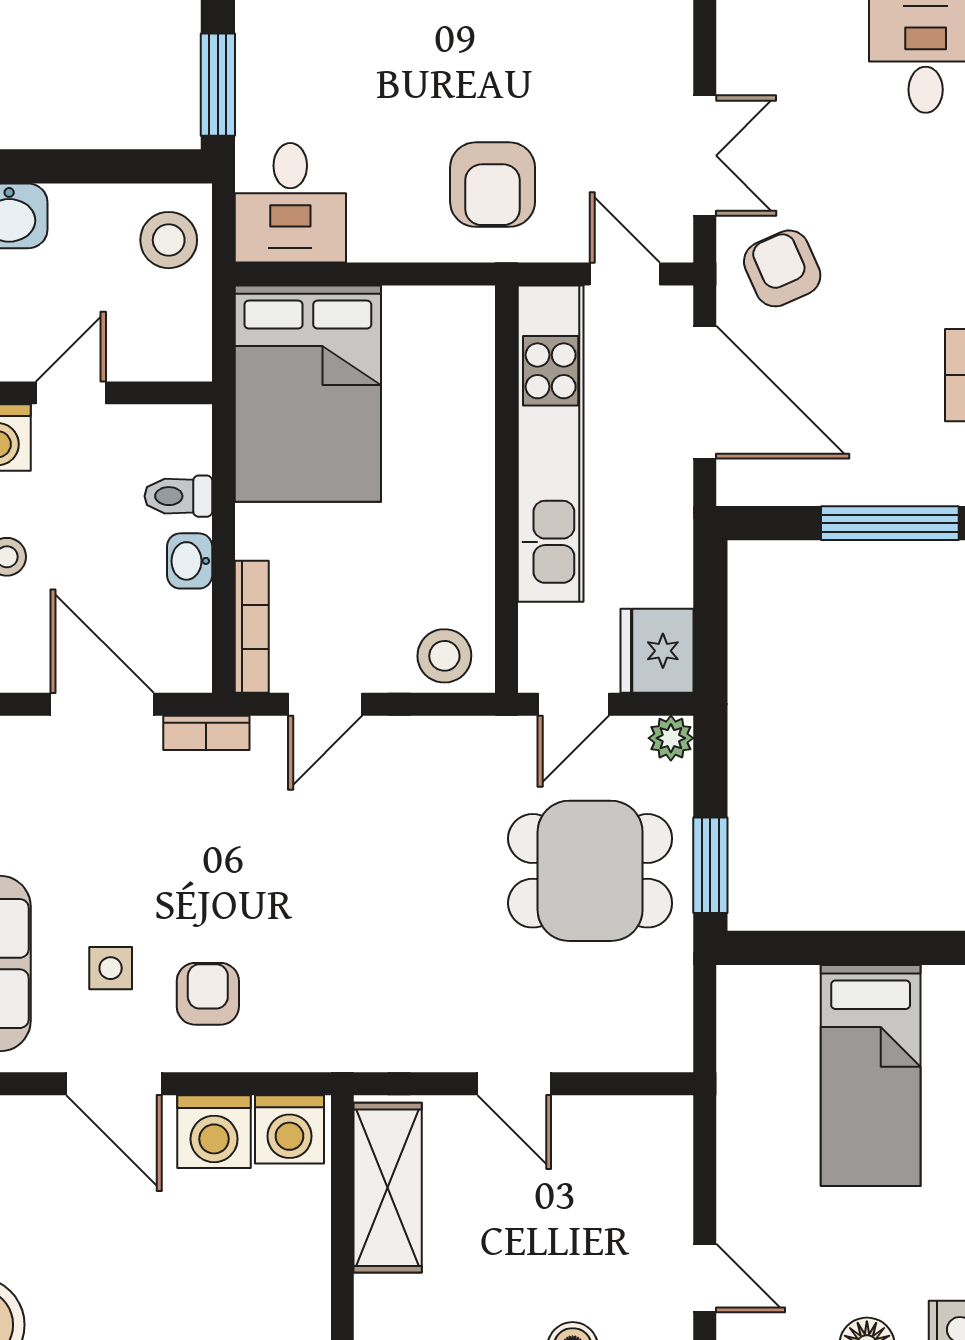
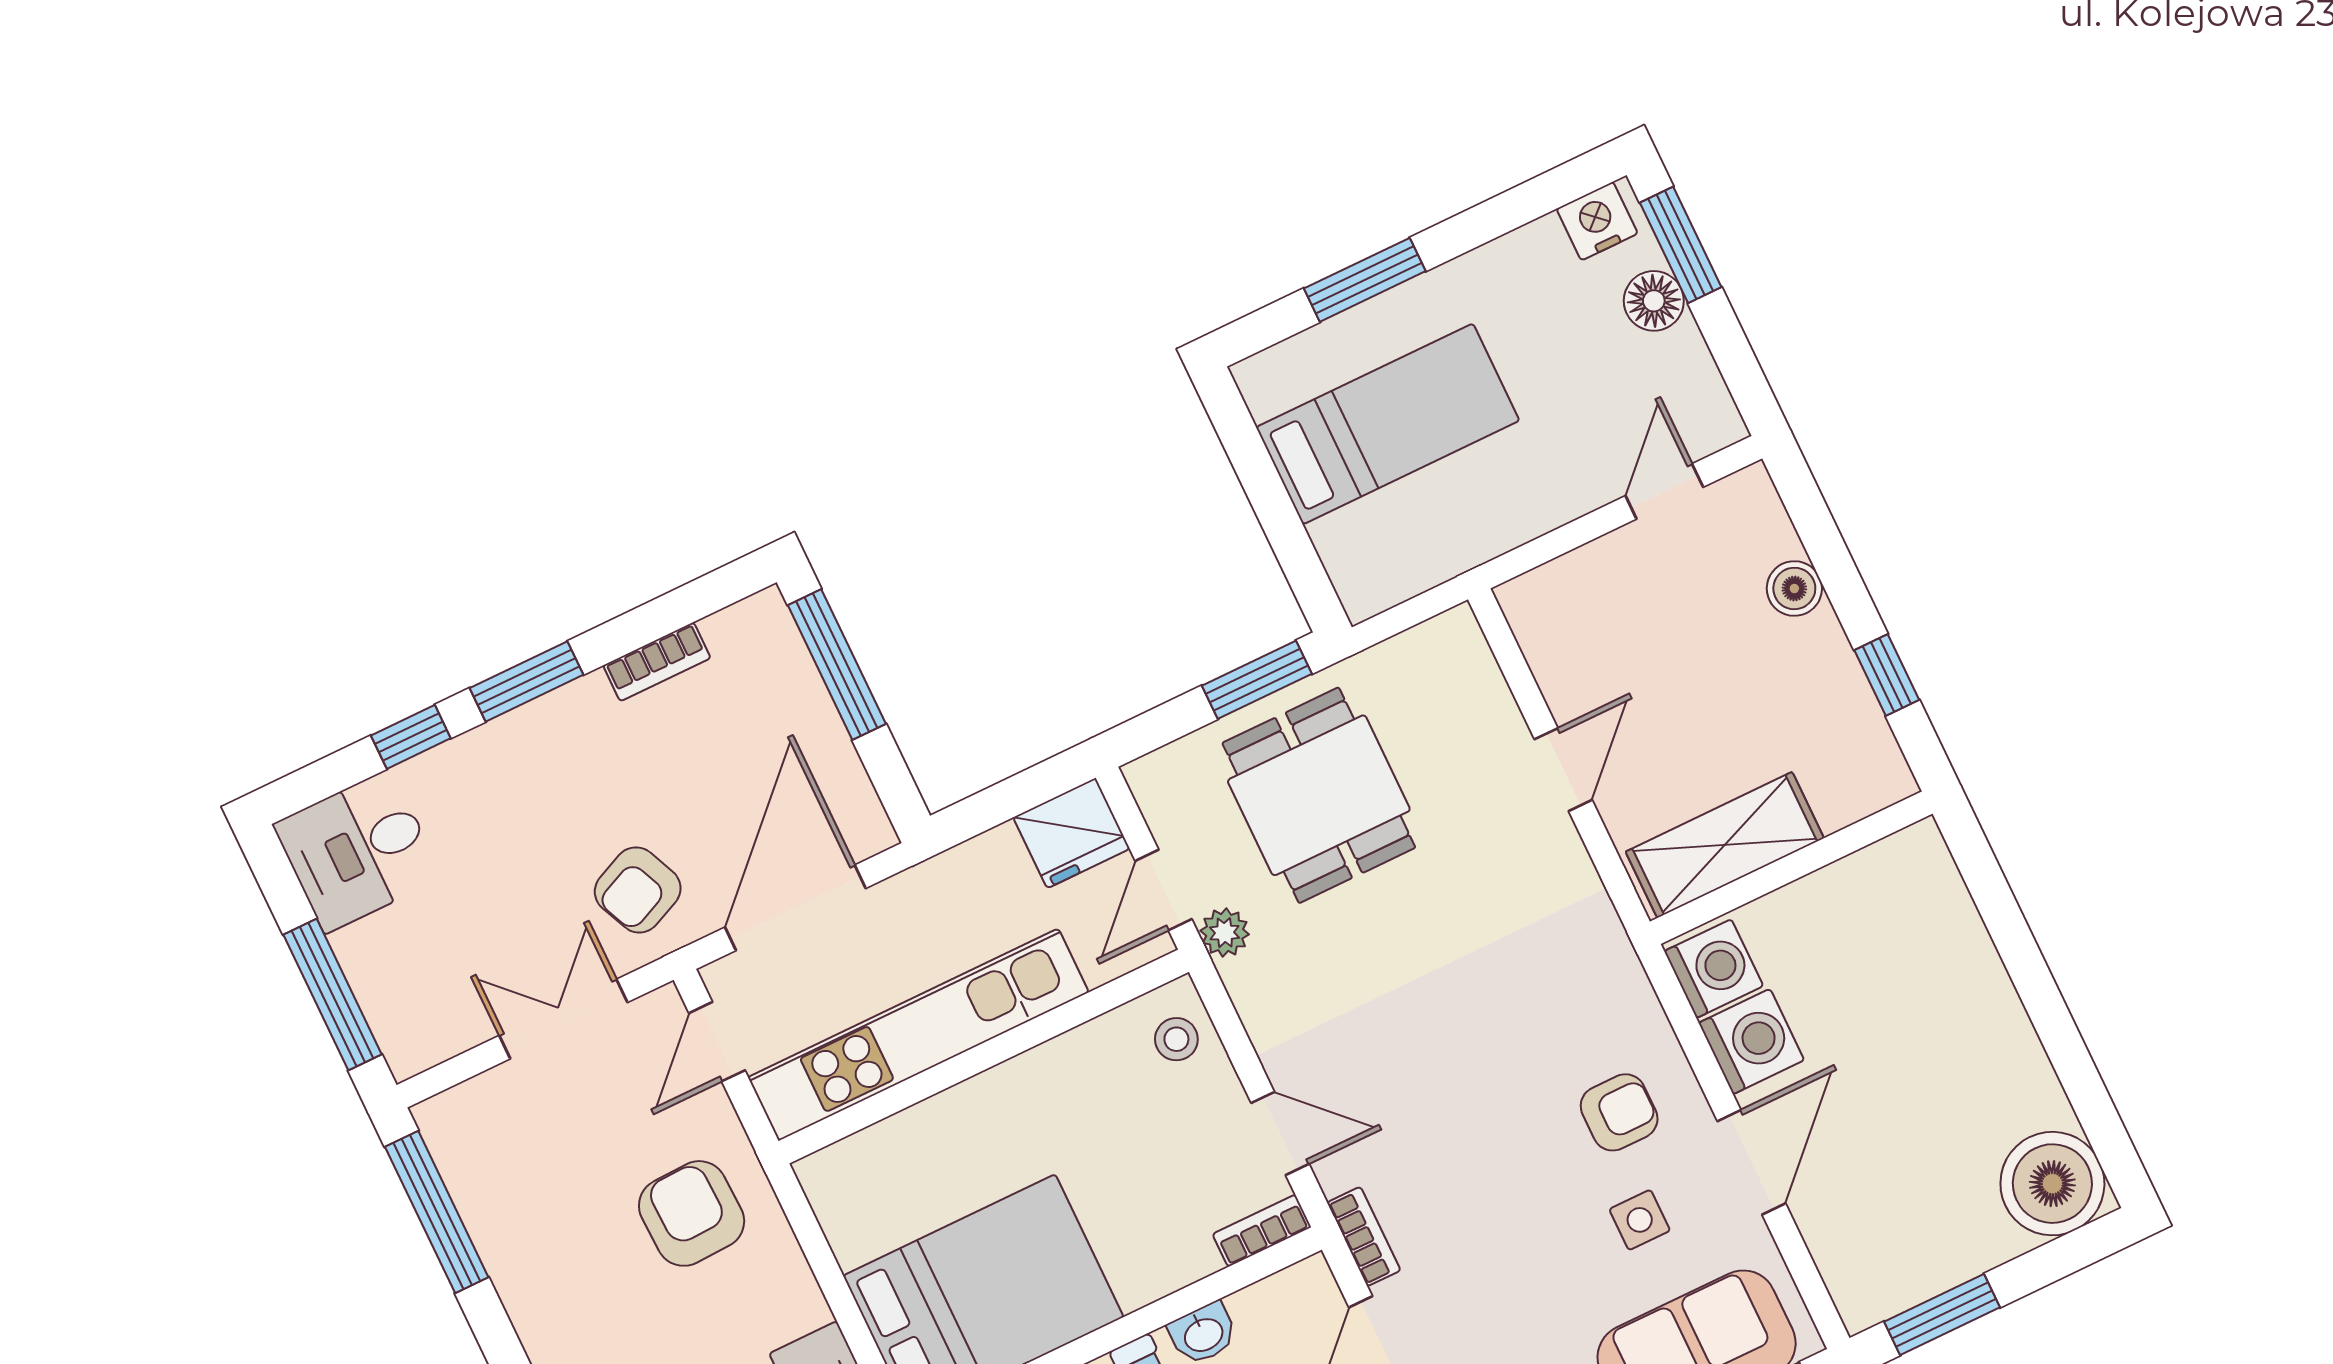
armchair: (493, 185) -> (692, 1213), turned -92
bookcase: (252, 627) -> (1262, 1231), width x0.64
stool: (444, 656) -> (1176, 1039), width x0.73, depth x0.73
door: (573, 704) -> (1163, 890), swing flipped
plant: (671, 738) -> (1225, 933), moved
armchair: (208, 994) -> (1619, 1112), turned 180

